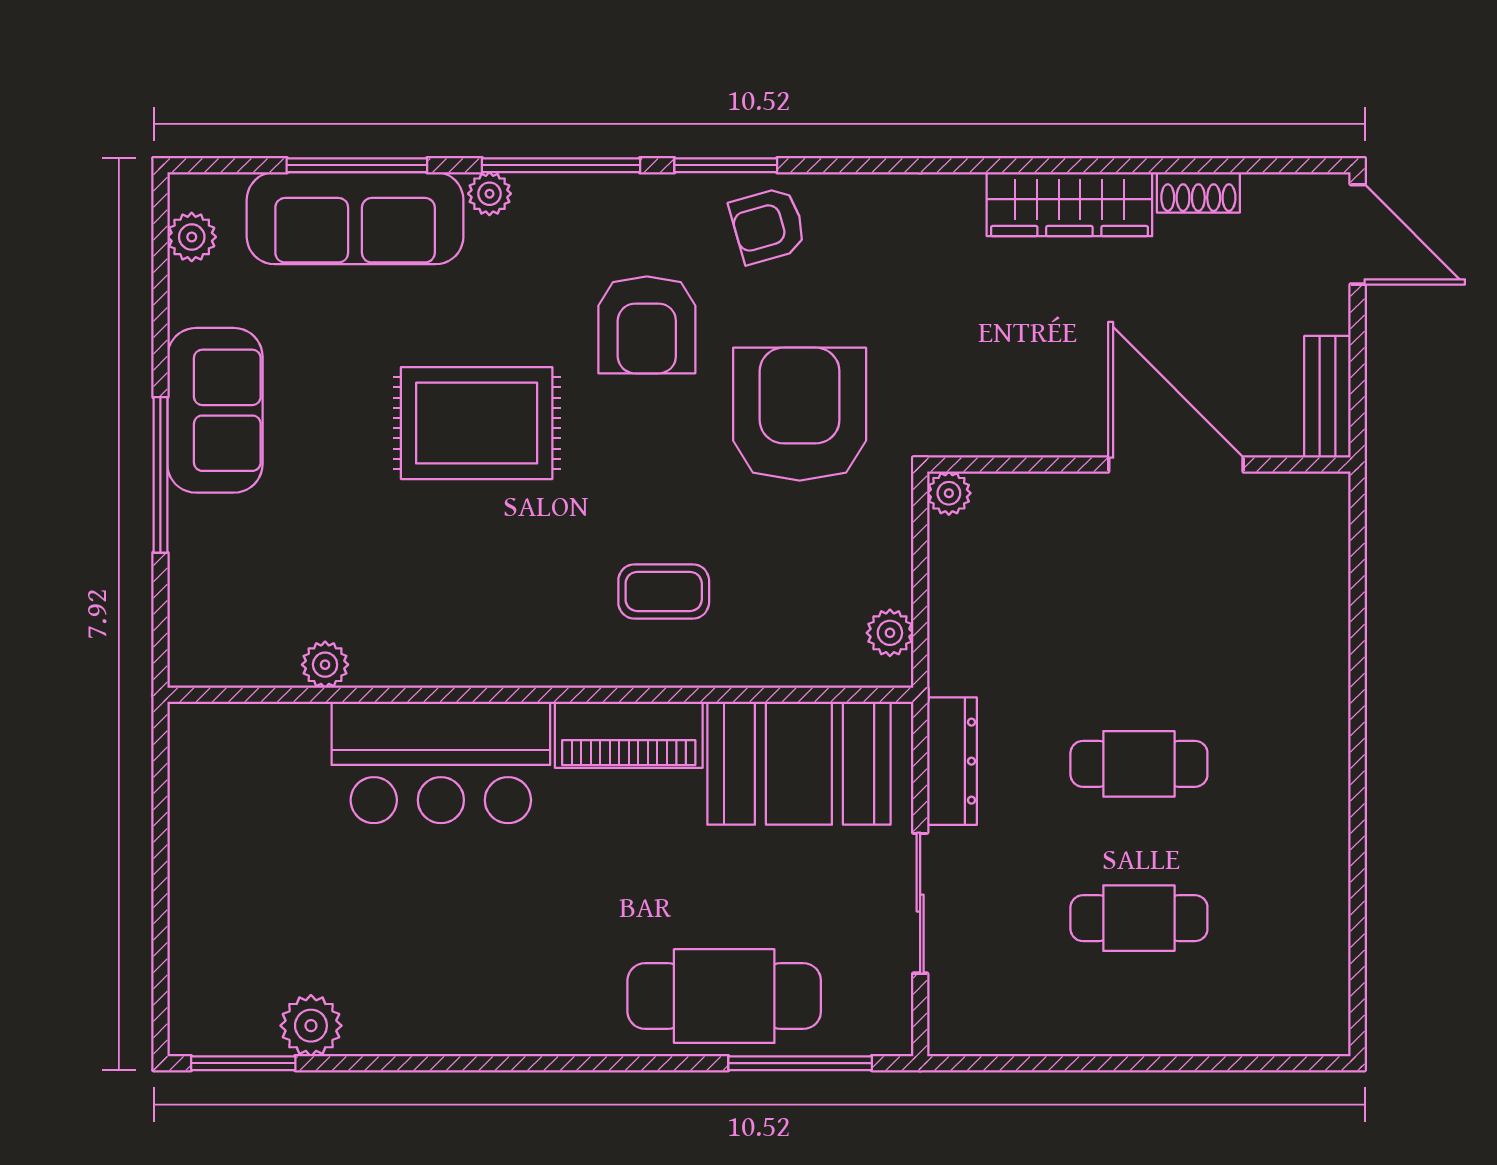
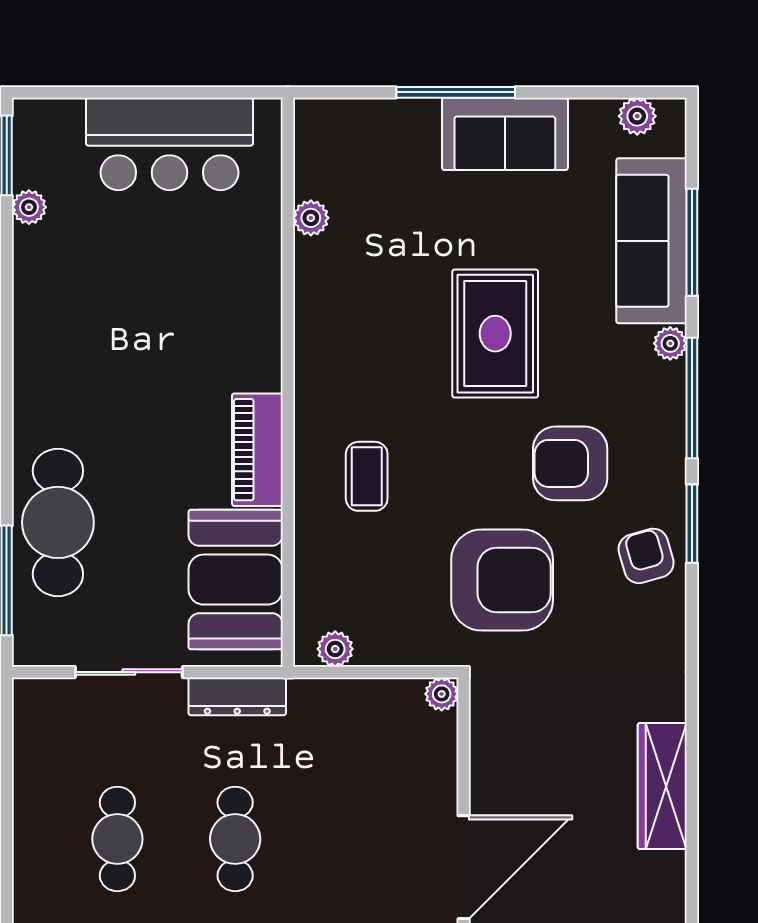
shoe rack: (1198, 192) -> (671, 884), removed
bar counter: (441, 762) -> (169, 144), moved, turned -90
plant: (311, 1026) -> (29, 207), width x0.73, depth x0.73

